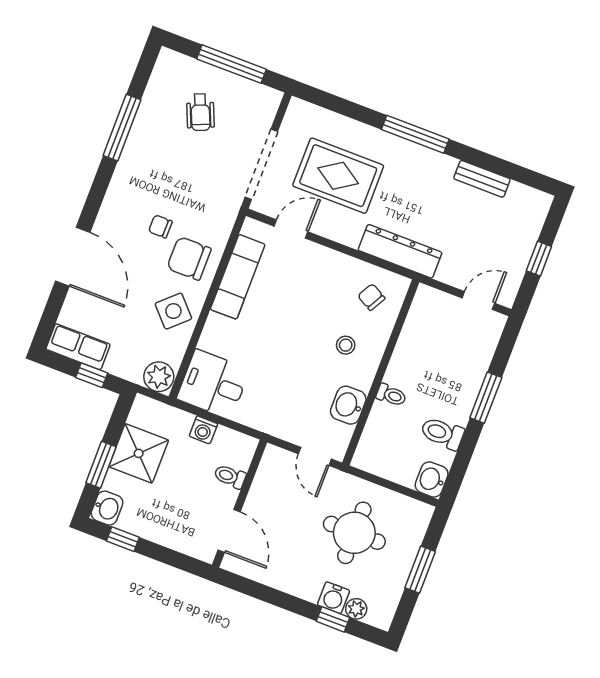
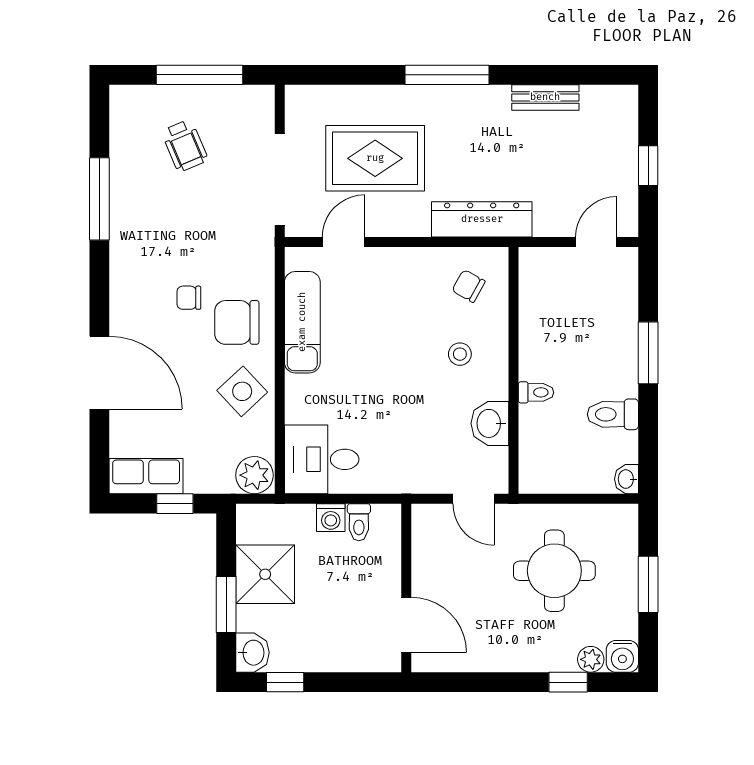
toilet: (230, 476) -> (359, 522), moved, turned -90
washbasin: (432, 479) -> (627, 479), width x0.72, depth x0.69
water cooler: (334, 598) -> (622, 656), moved

